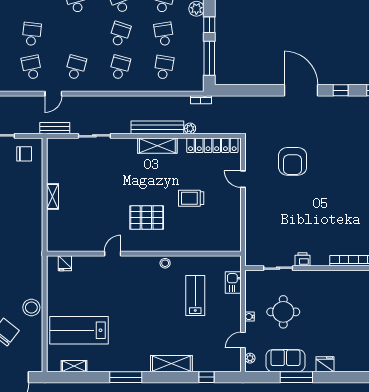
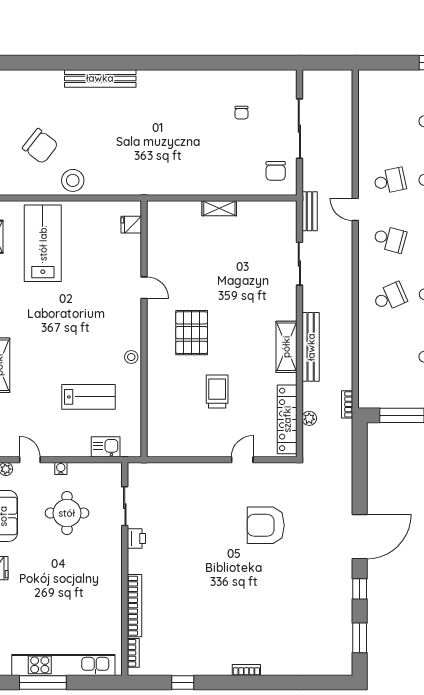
school desk: (120, 67) -> (390, 297), turned -39
school desk: (164, 67) -> (390, 355), removed
plant: (190, 128) -> (309, 418), moved

